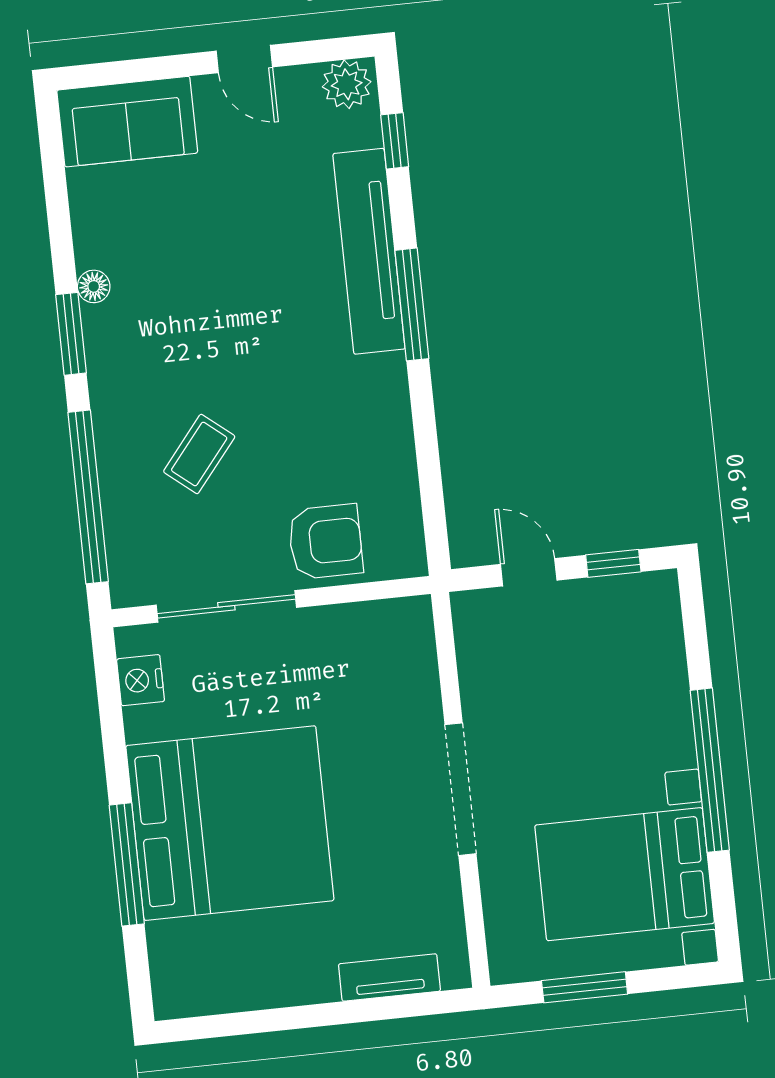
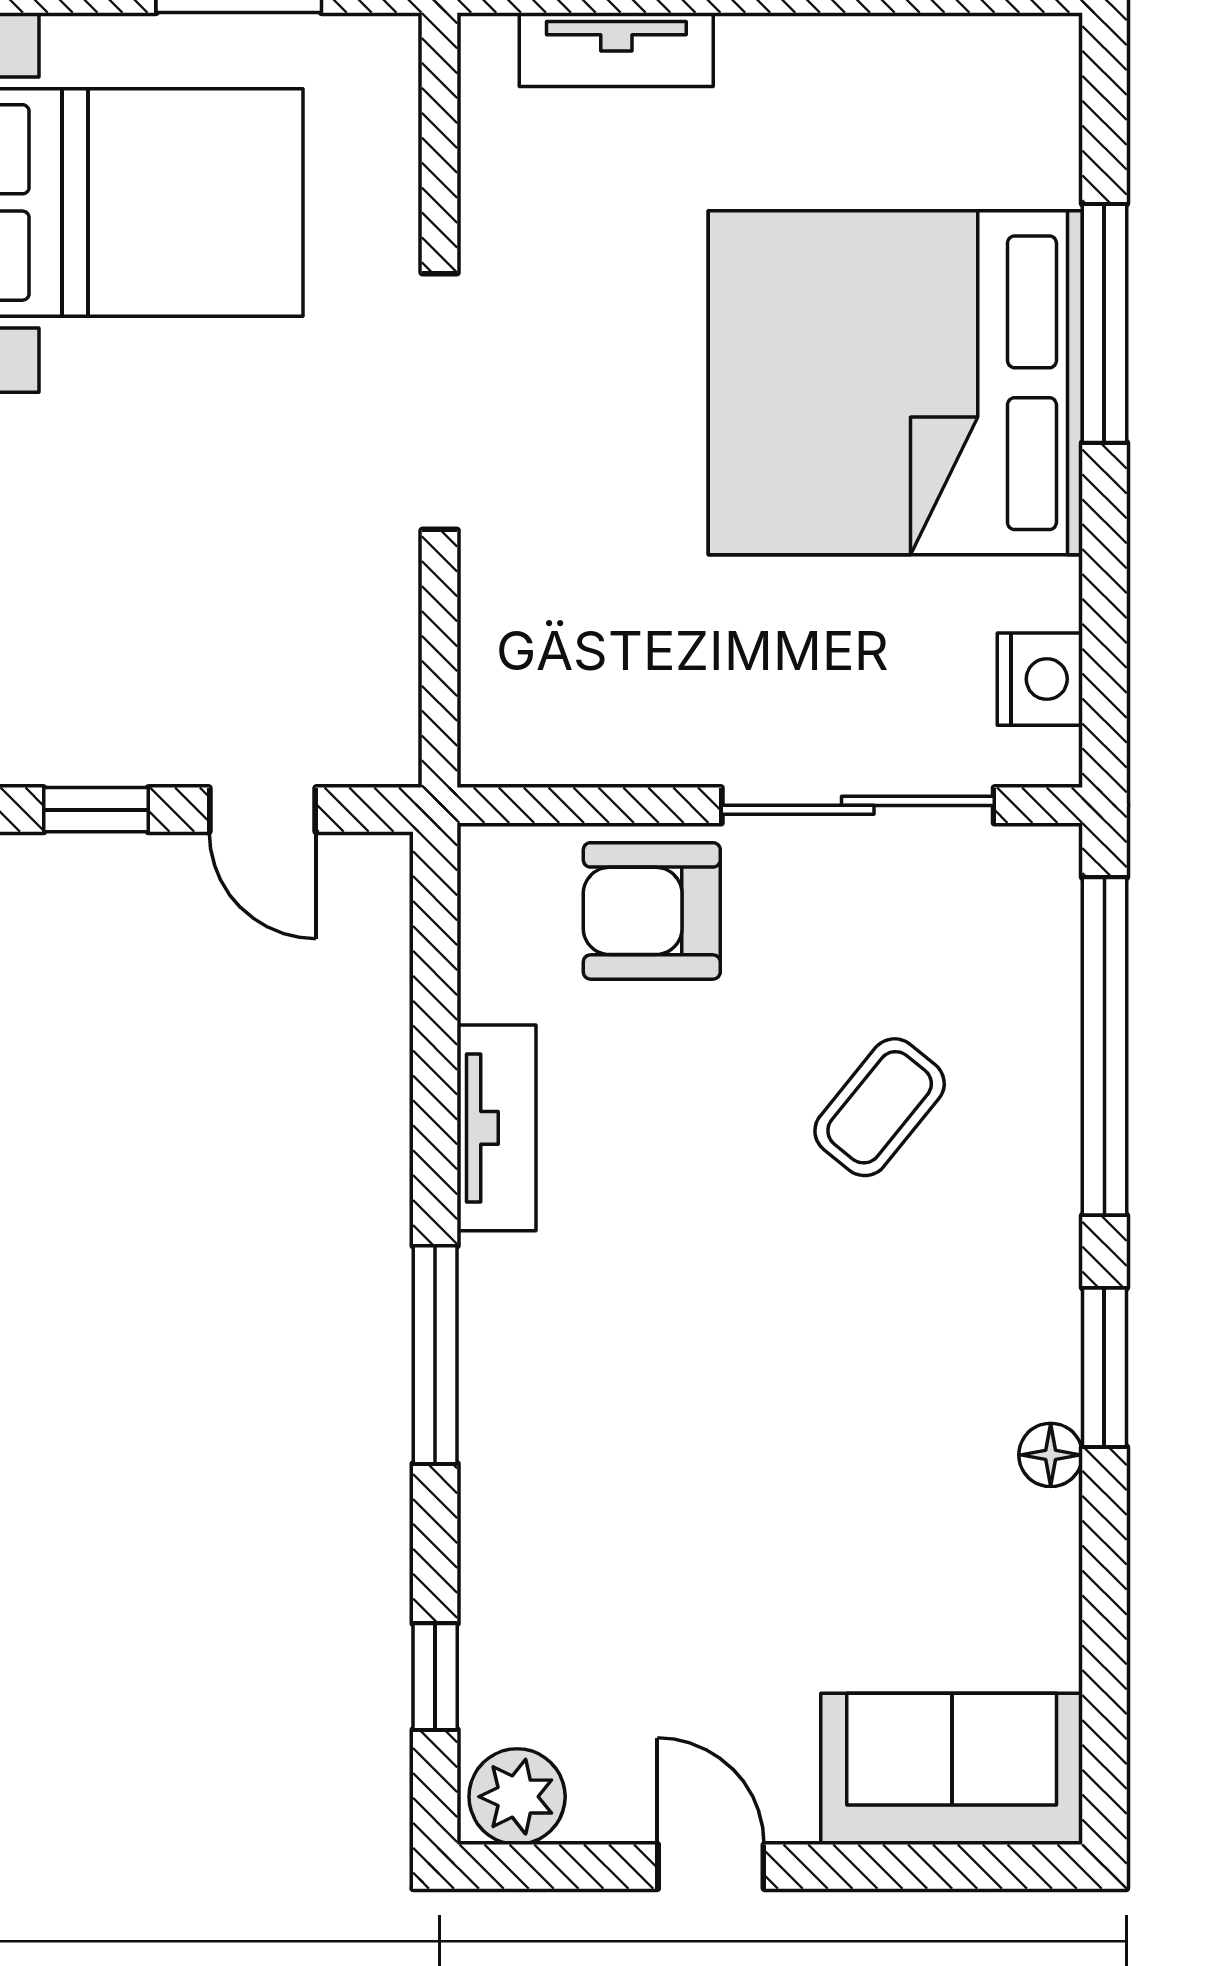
tv unit: (369, 251) -> (496, 1128), moved, width x0.52, depth x0.78

